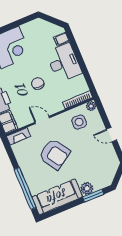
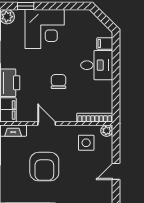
desk: (64, 63) -> (97, 65), width x0.73
door: (112, 135) -> (116, 171), hinge flipped
armchair: (54, 154) -> (44, 167), turned 33

